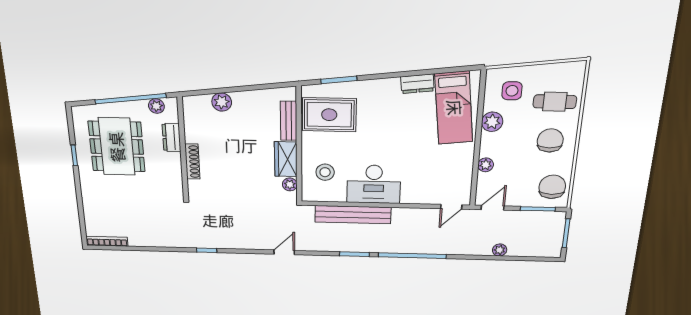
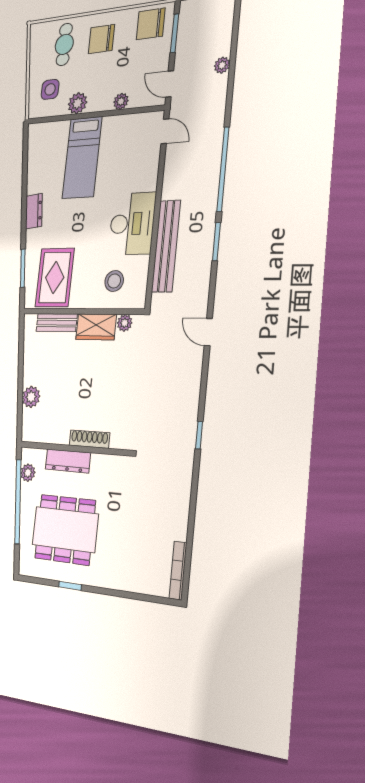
dresser: (417, 84) -> (34, 211), moved
bed: (454, 108) -> (82, 158), moved, turned 97
dresser: (172, 137) -> (68, 461), width x1.44

